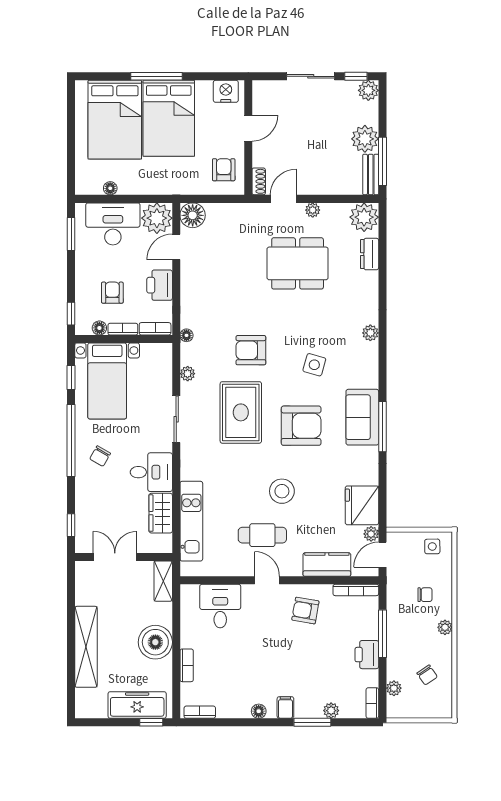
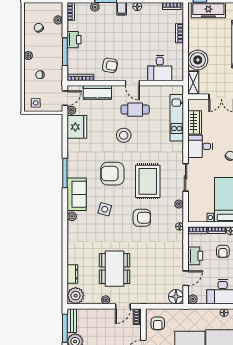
plant: (157, 218) -> (193, 299), width x0.53, depth x0.53
dining table: (298, 263) -> (115, 269), turned 90
plant: (370, 333) -> (72, 216), moved
sofa: (362, 417) -> (77, 194), moved
boiler: (155, 642) -> (198, 60), moved

